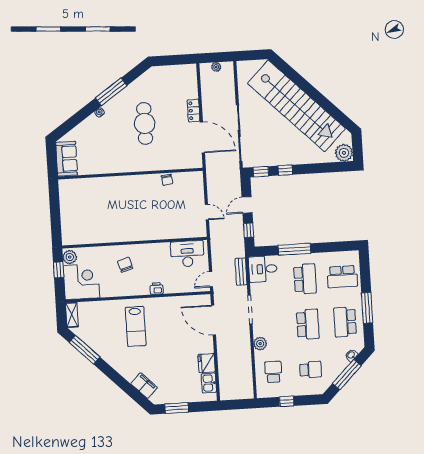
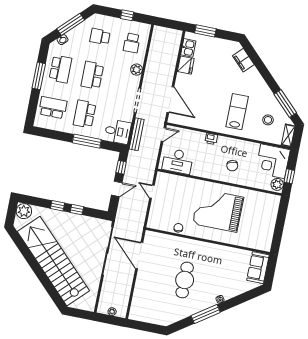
locker: (194, 111) -> (141, 280), removed
window: (261, 172) -> (57, 206), moved
grand piano: (128, 211) -> (218, 210), added
bench: (241, 272) -> (137, 134), width x1.36
stool: (99, 326) -> (268, 120), added
window: (177, 408) -> (205, 31), moved

